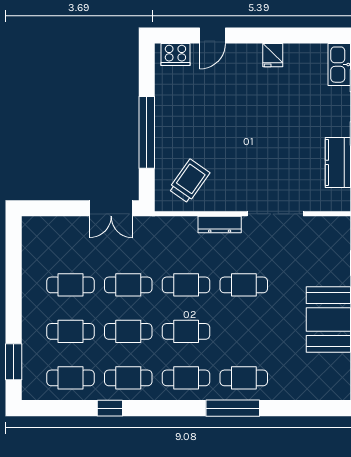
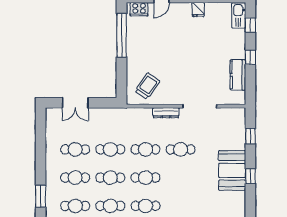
window: (147, 132) -> (122, 35), moved
double door: (111, 208) -> (75, 103), moved
cafe table: (244, 378) -> (181, 206), removed

